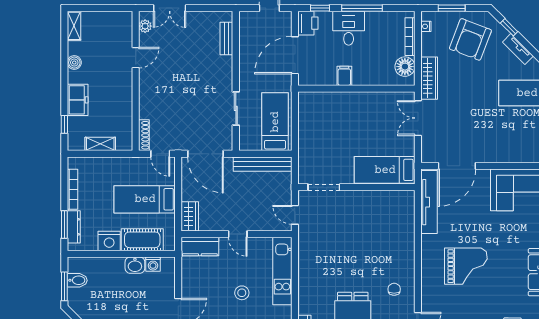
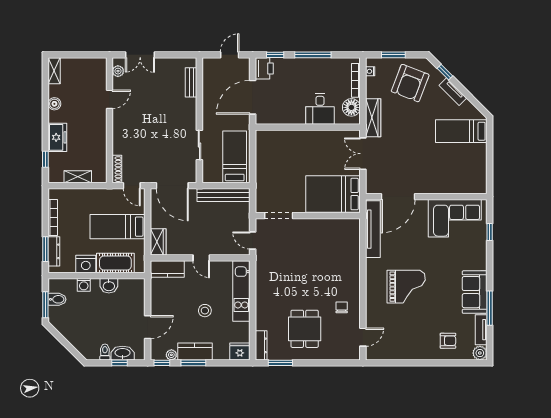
desk: (349, 28) -> (320, 109), moved, turned 180
filing cabinet: (344, 76) -> (297, 116), removed
bed: (385, 170) -> (333, 194), width x1.50
washing machine: (153, 264) -> (84, 285), moved

